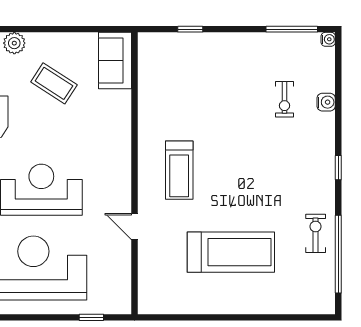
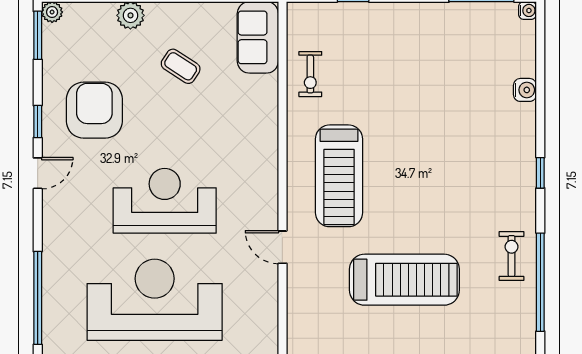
coffee table: (54, 83) -> (181, 66), width x0.73, depth x0.77
exercise bike: (285, 99) -> (310, 74), moved
treadmill: (179, 170) -> (339, 176), width x1.37, depth x1.37

